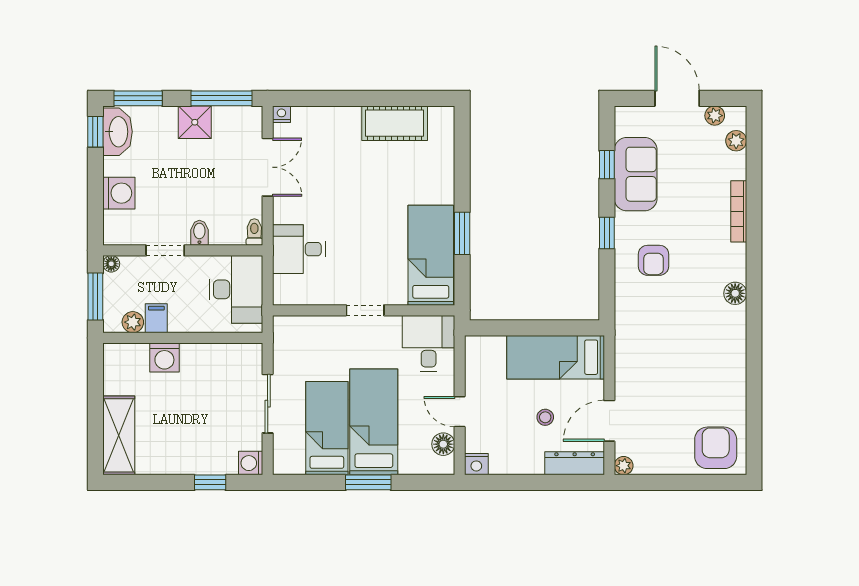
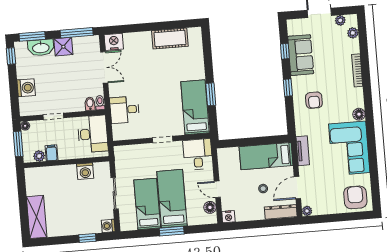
nightstand: (281, 114) -> (114, 42), width x1.89, depth x1.79
washbasin: (118, 132) -> (41, 48), moved, turned 90
bidet: (199, 233) -> (90, 104), moved
tv unit: (625, 353) -> (303, 151), added
corner sofa: (712, 355) -> (349, 148), added
washing machine: (164, 357) -> (85, 171), moved

